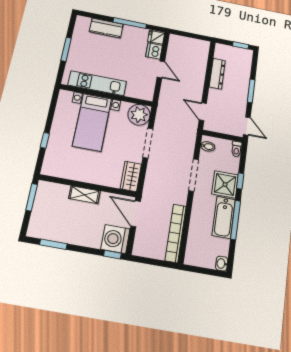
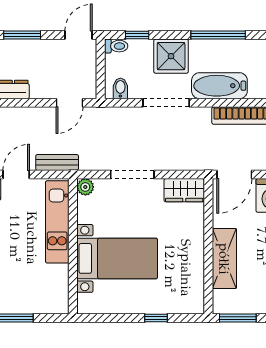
kitchen unit: (97, 83) -> (57, 222), moved
bench: (164, 96) -> (57, 162), added
plant: (139, 115) -> (85, 187), width x0.53, depth x0.53
window: (240, 181) -> (137, 35), moved
shelving: (84, 195) -> (224, 259), width x1.50, depth x1.33
bathtub: (224, 217) -> (219, 86), moved, turned 180

